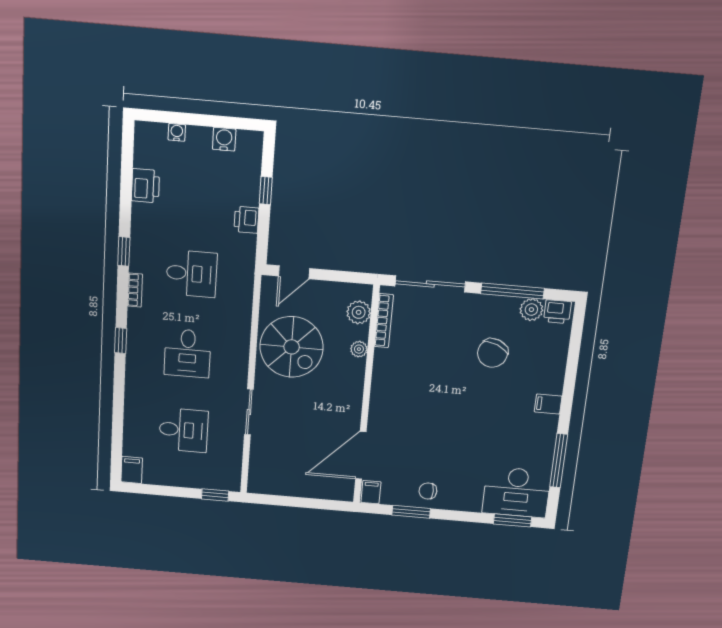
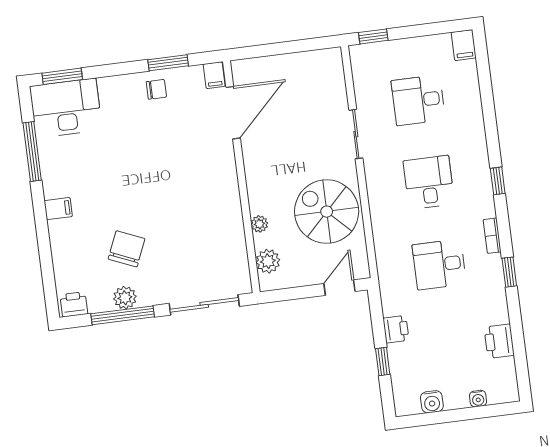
plant: (531, 310) -> (125, 298), moved
bookcase: (384, 321) -> (241, 258), removed

